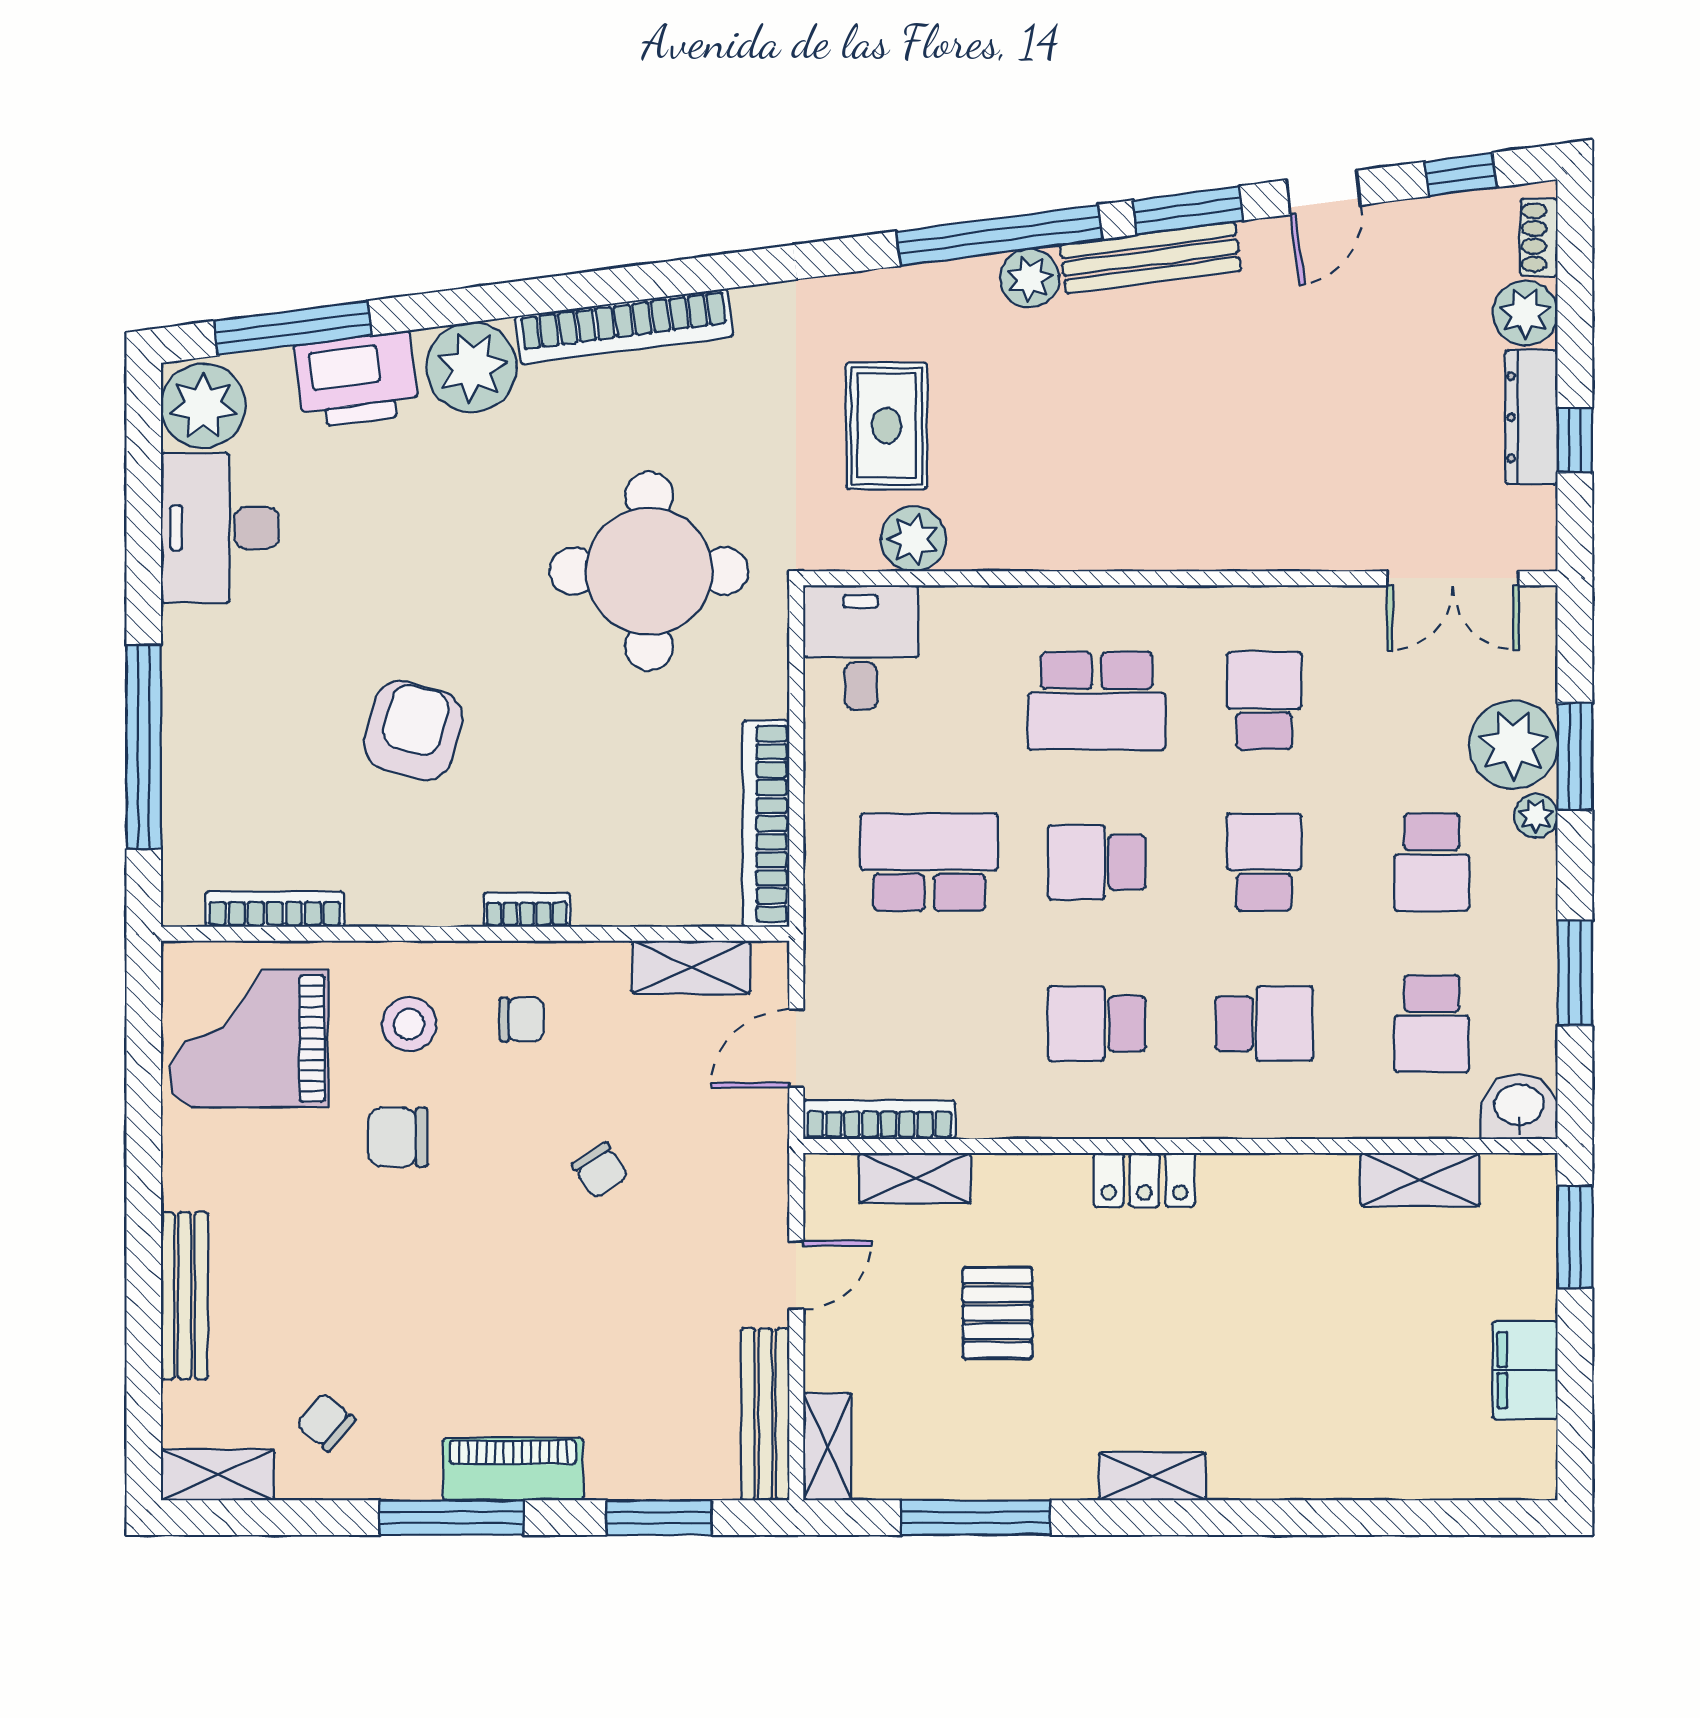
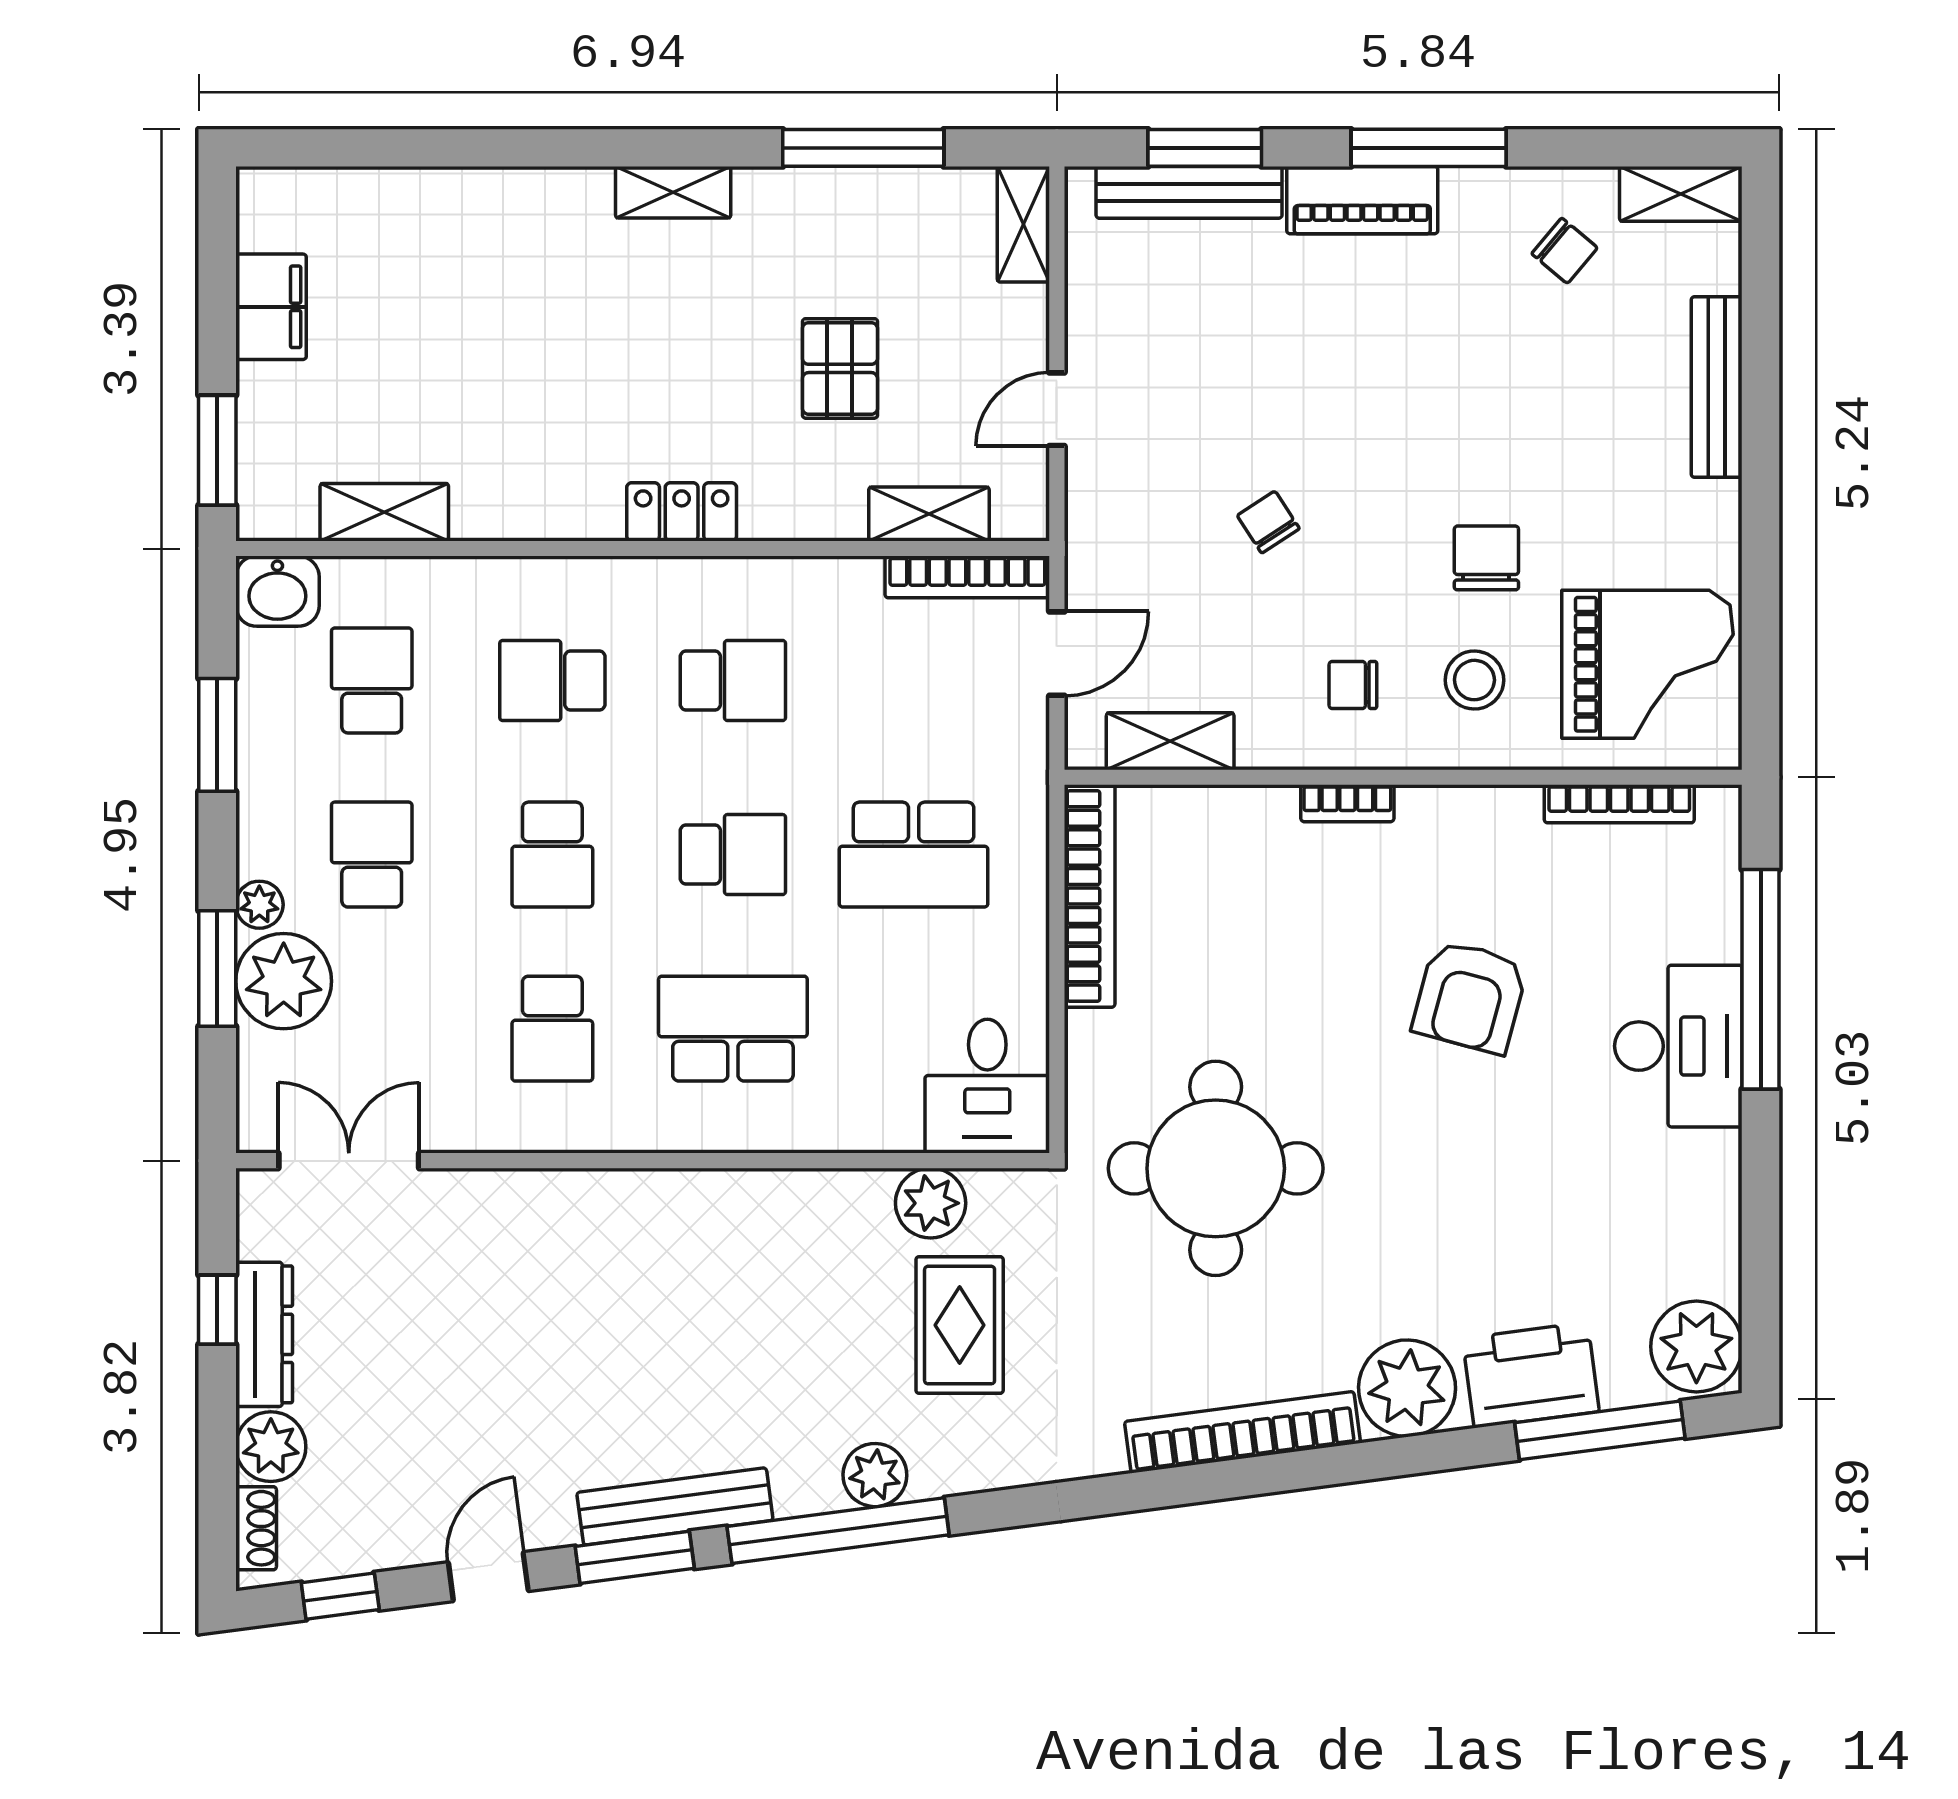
plant: (1030, 278) -> (875, 1475), moved
desk: (220, 528) -> (1678, 1046), moved
chair: (398, 1137) -> (1486, 558), turned -90
bench: (765, 1414) -> (1189, 192), moved, turned 90

